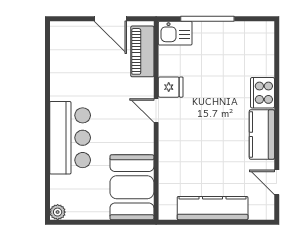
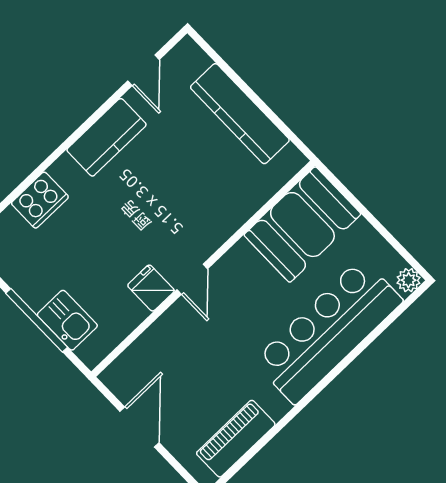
kitchen sink: (175, 33) -> (67, 320), moved
piano: (142, 51) -> (236, 439), moved, turned 180
cooker: (262, 93) -> (40, 200), moved
bar counter: (70, 138) -> (328, 331), width x1.36

